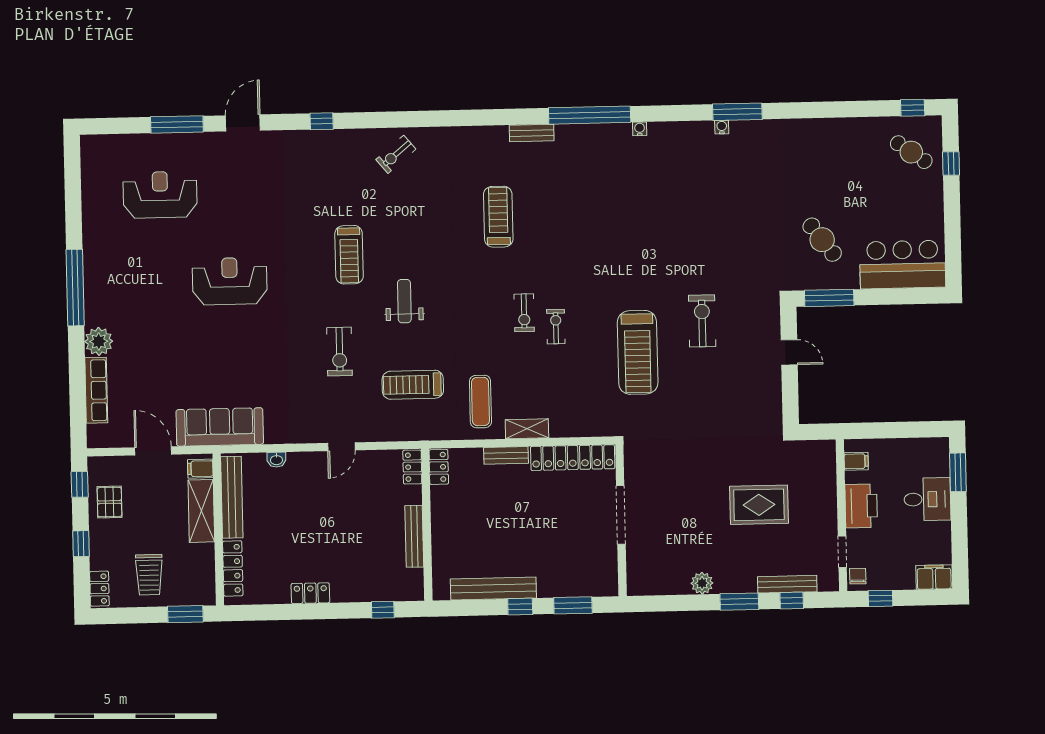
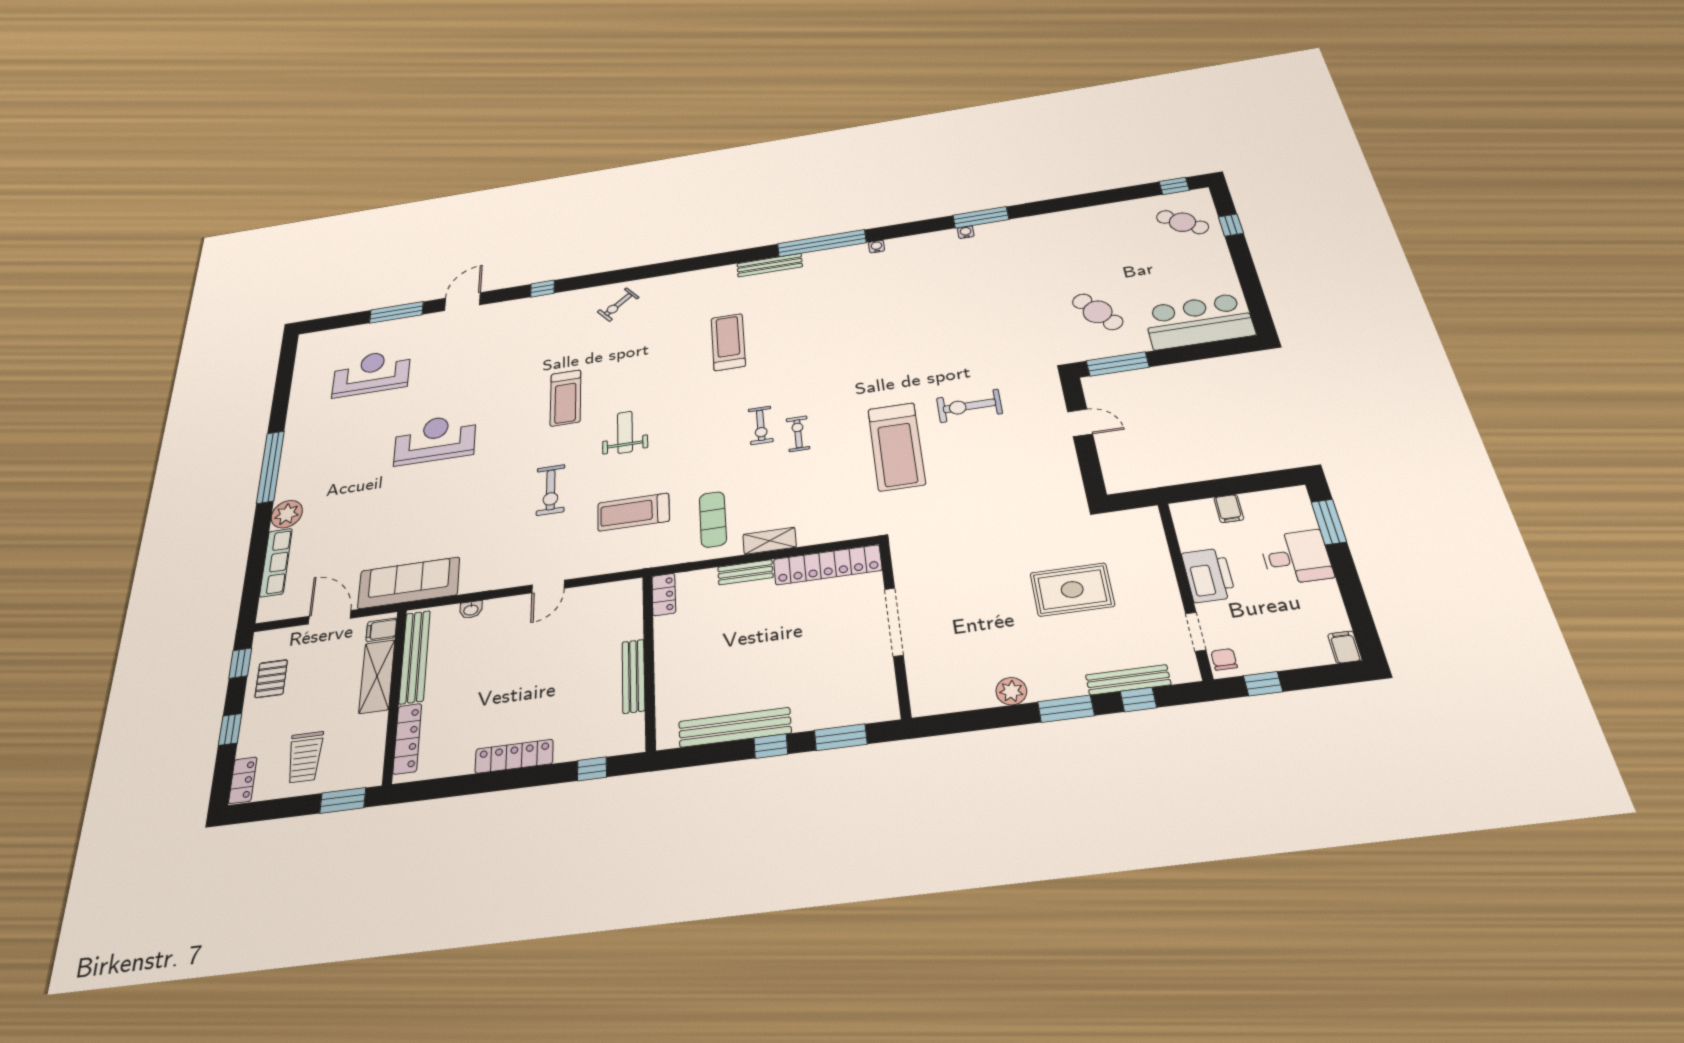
bench: (532, 133) -> (770, 265), width x1.36
exercise bike: (702, 321) -> (969, 406), turned -90
filing cabinet: (856, 461) -> (1229, 509), moved, turned 90
locker: (412, 467) -> (632, 598), removed
filing cabinet: (934, 577) -> (1345, 647), width x0.50
locker: (310, 593) -> (514, 756), width x1.53

